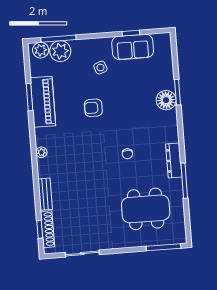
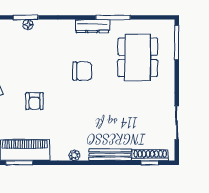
floor lamp: (166, 100) -> (28, 25), width x0.53, depth x0.53
chair: (127, 154) -> (82, 71), width x1.87, depth x1.87
bench: (45, 194) -> (110, 155), width x1.36

